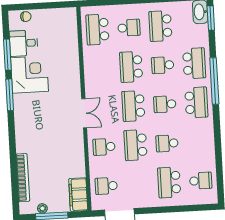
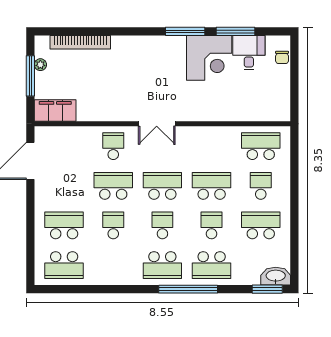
school desk: (129, 28) -> (261, 186), turned 180
school desk: (201, 181) -> (64, 265), width x1.85
school desk: (106, 186) -> (64, 146), removed

